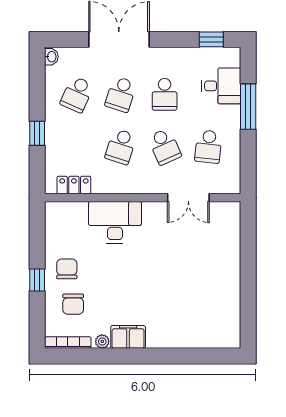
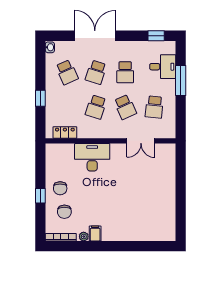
school desk: (77, 94) -> (67, 72), turned -48
chair: (67, 269) -> (60, 188), turned 180
filing cabinet: (128, 337) -> (95, 234), width x0.50

